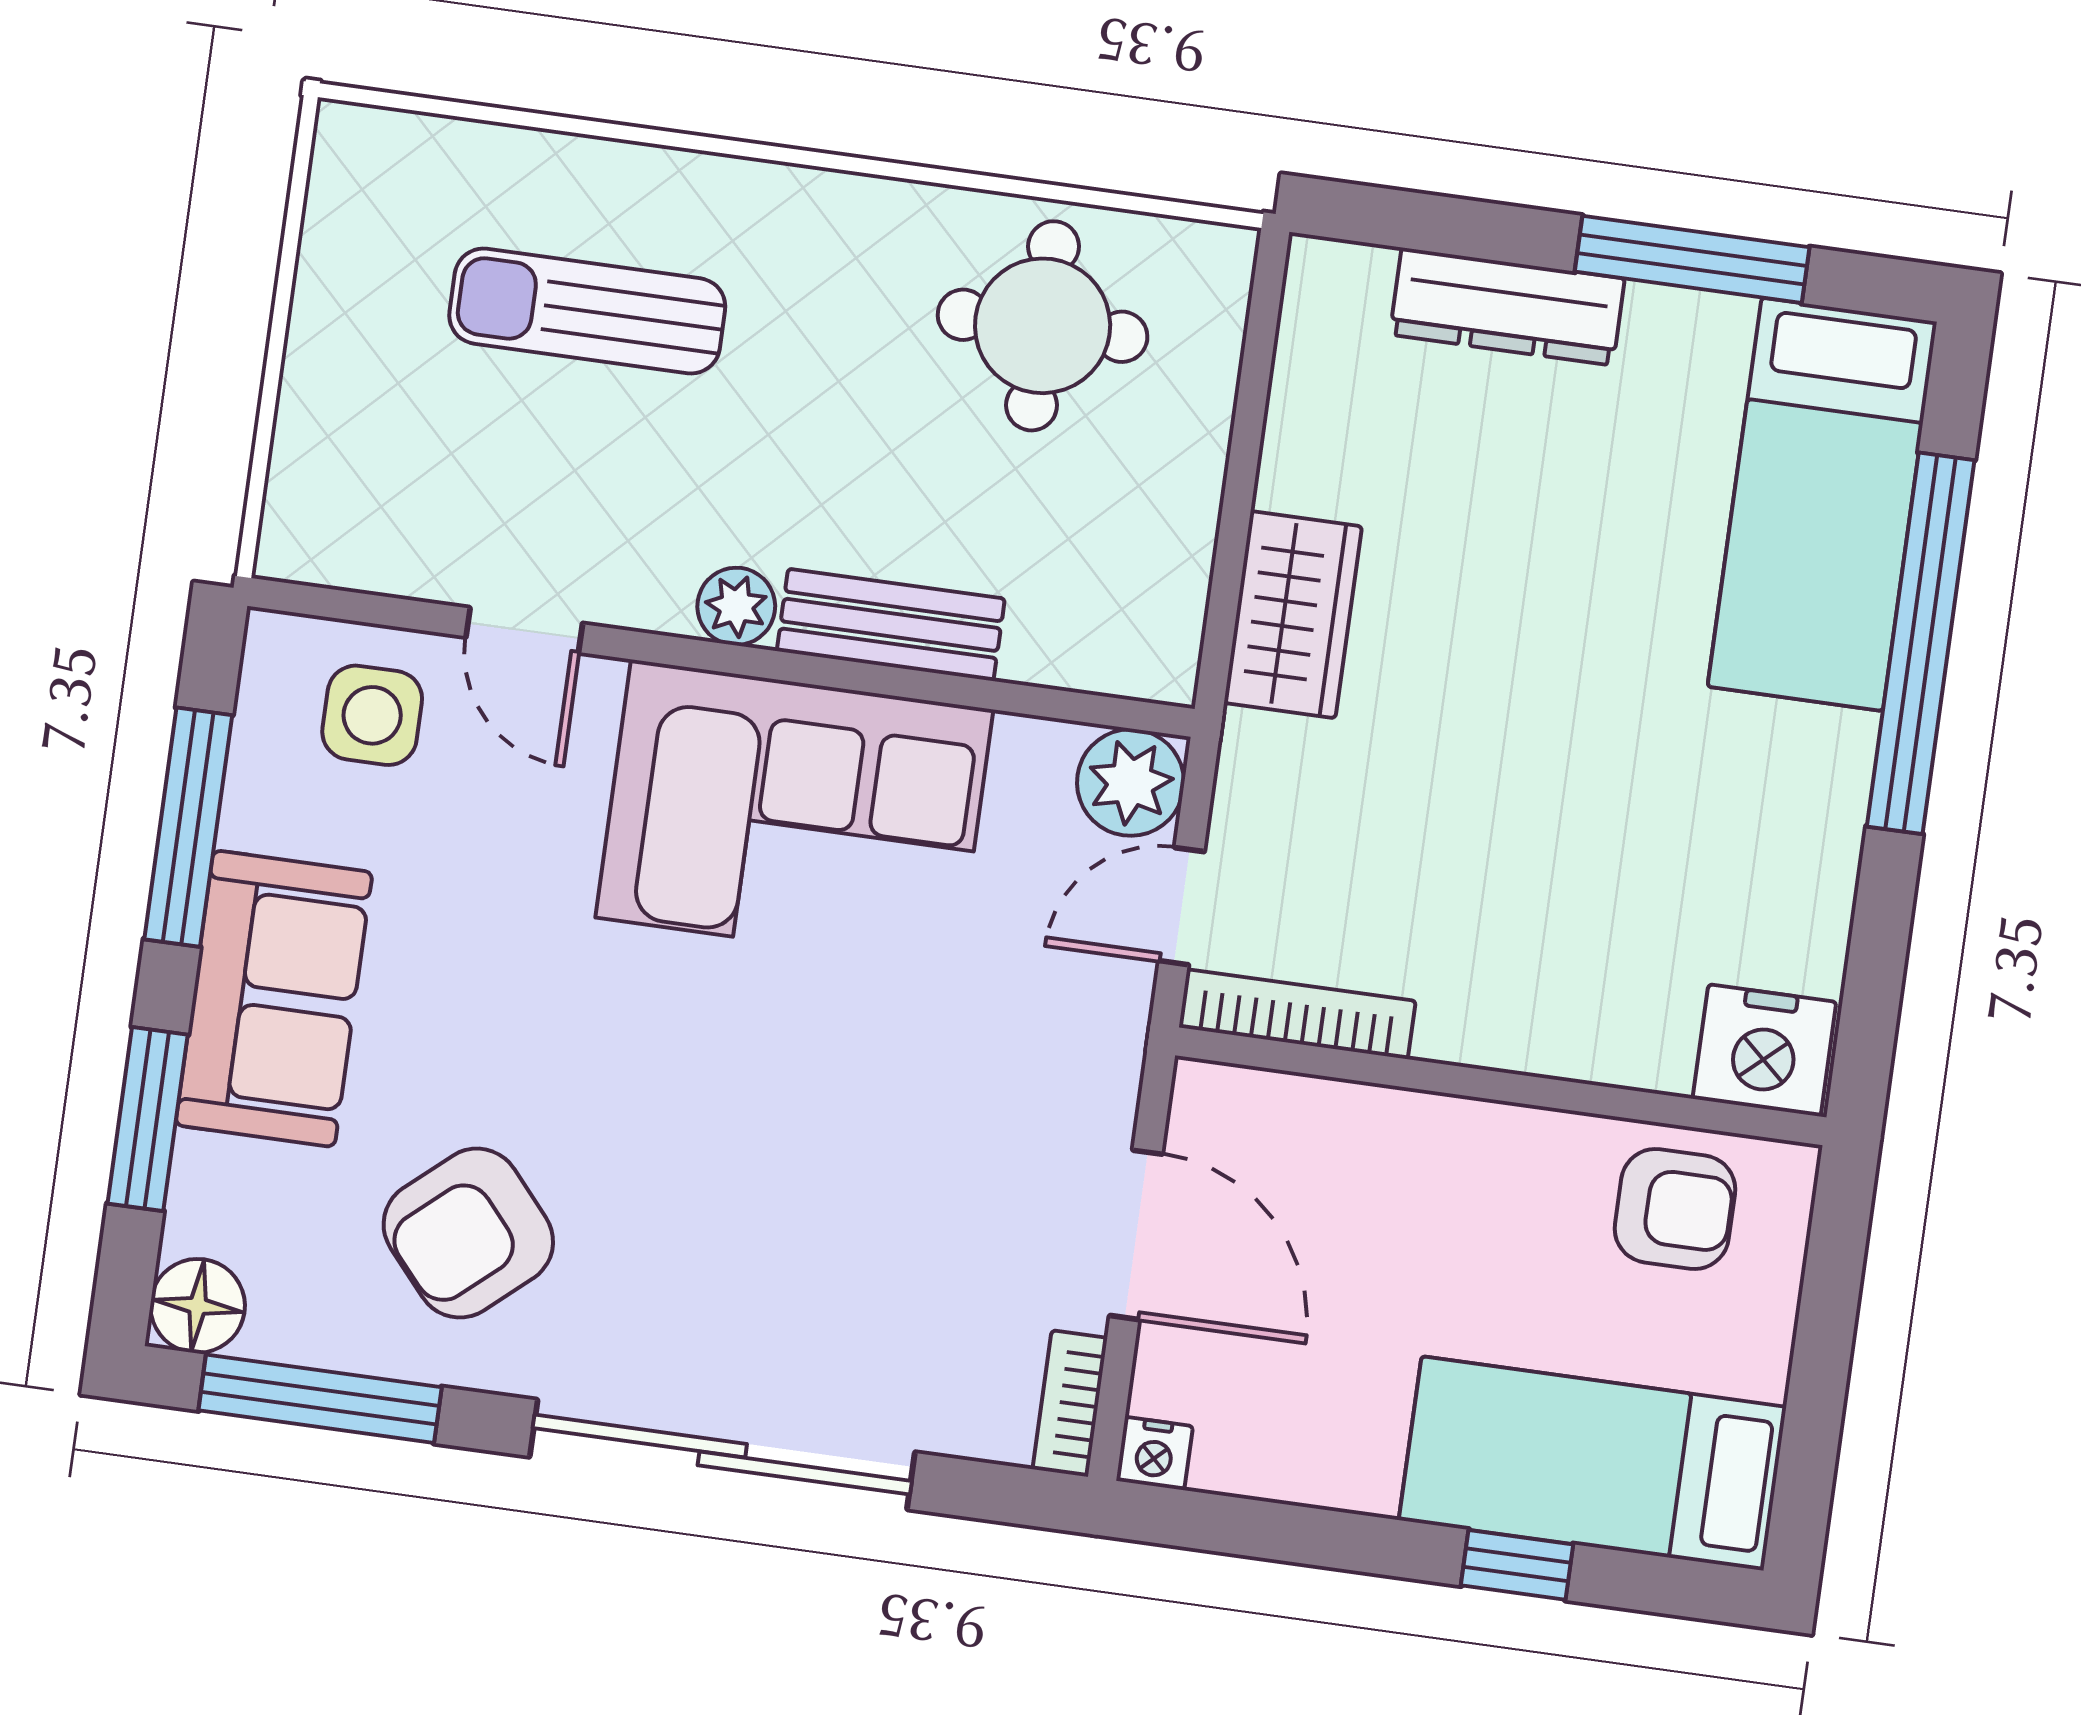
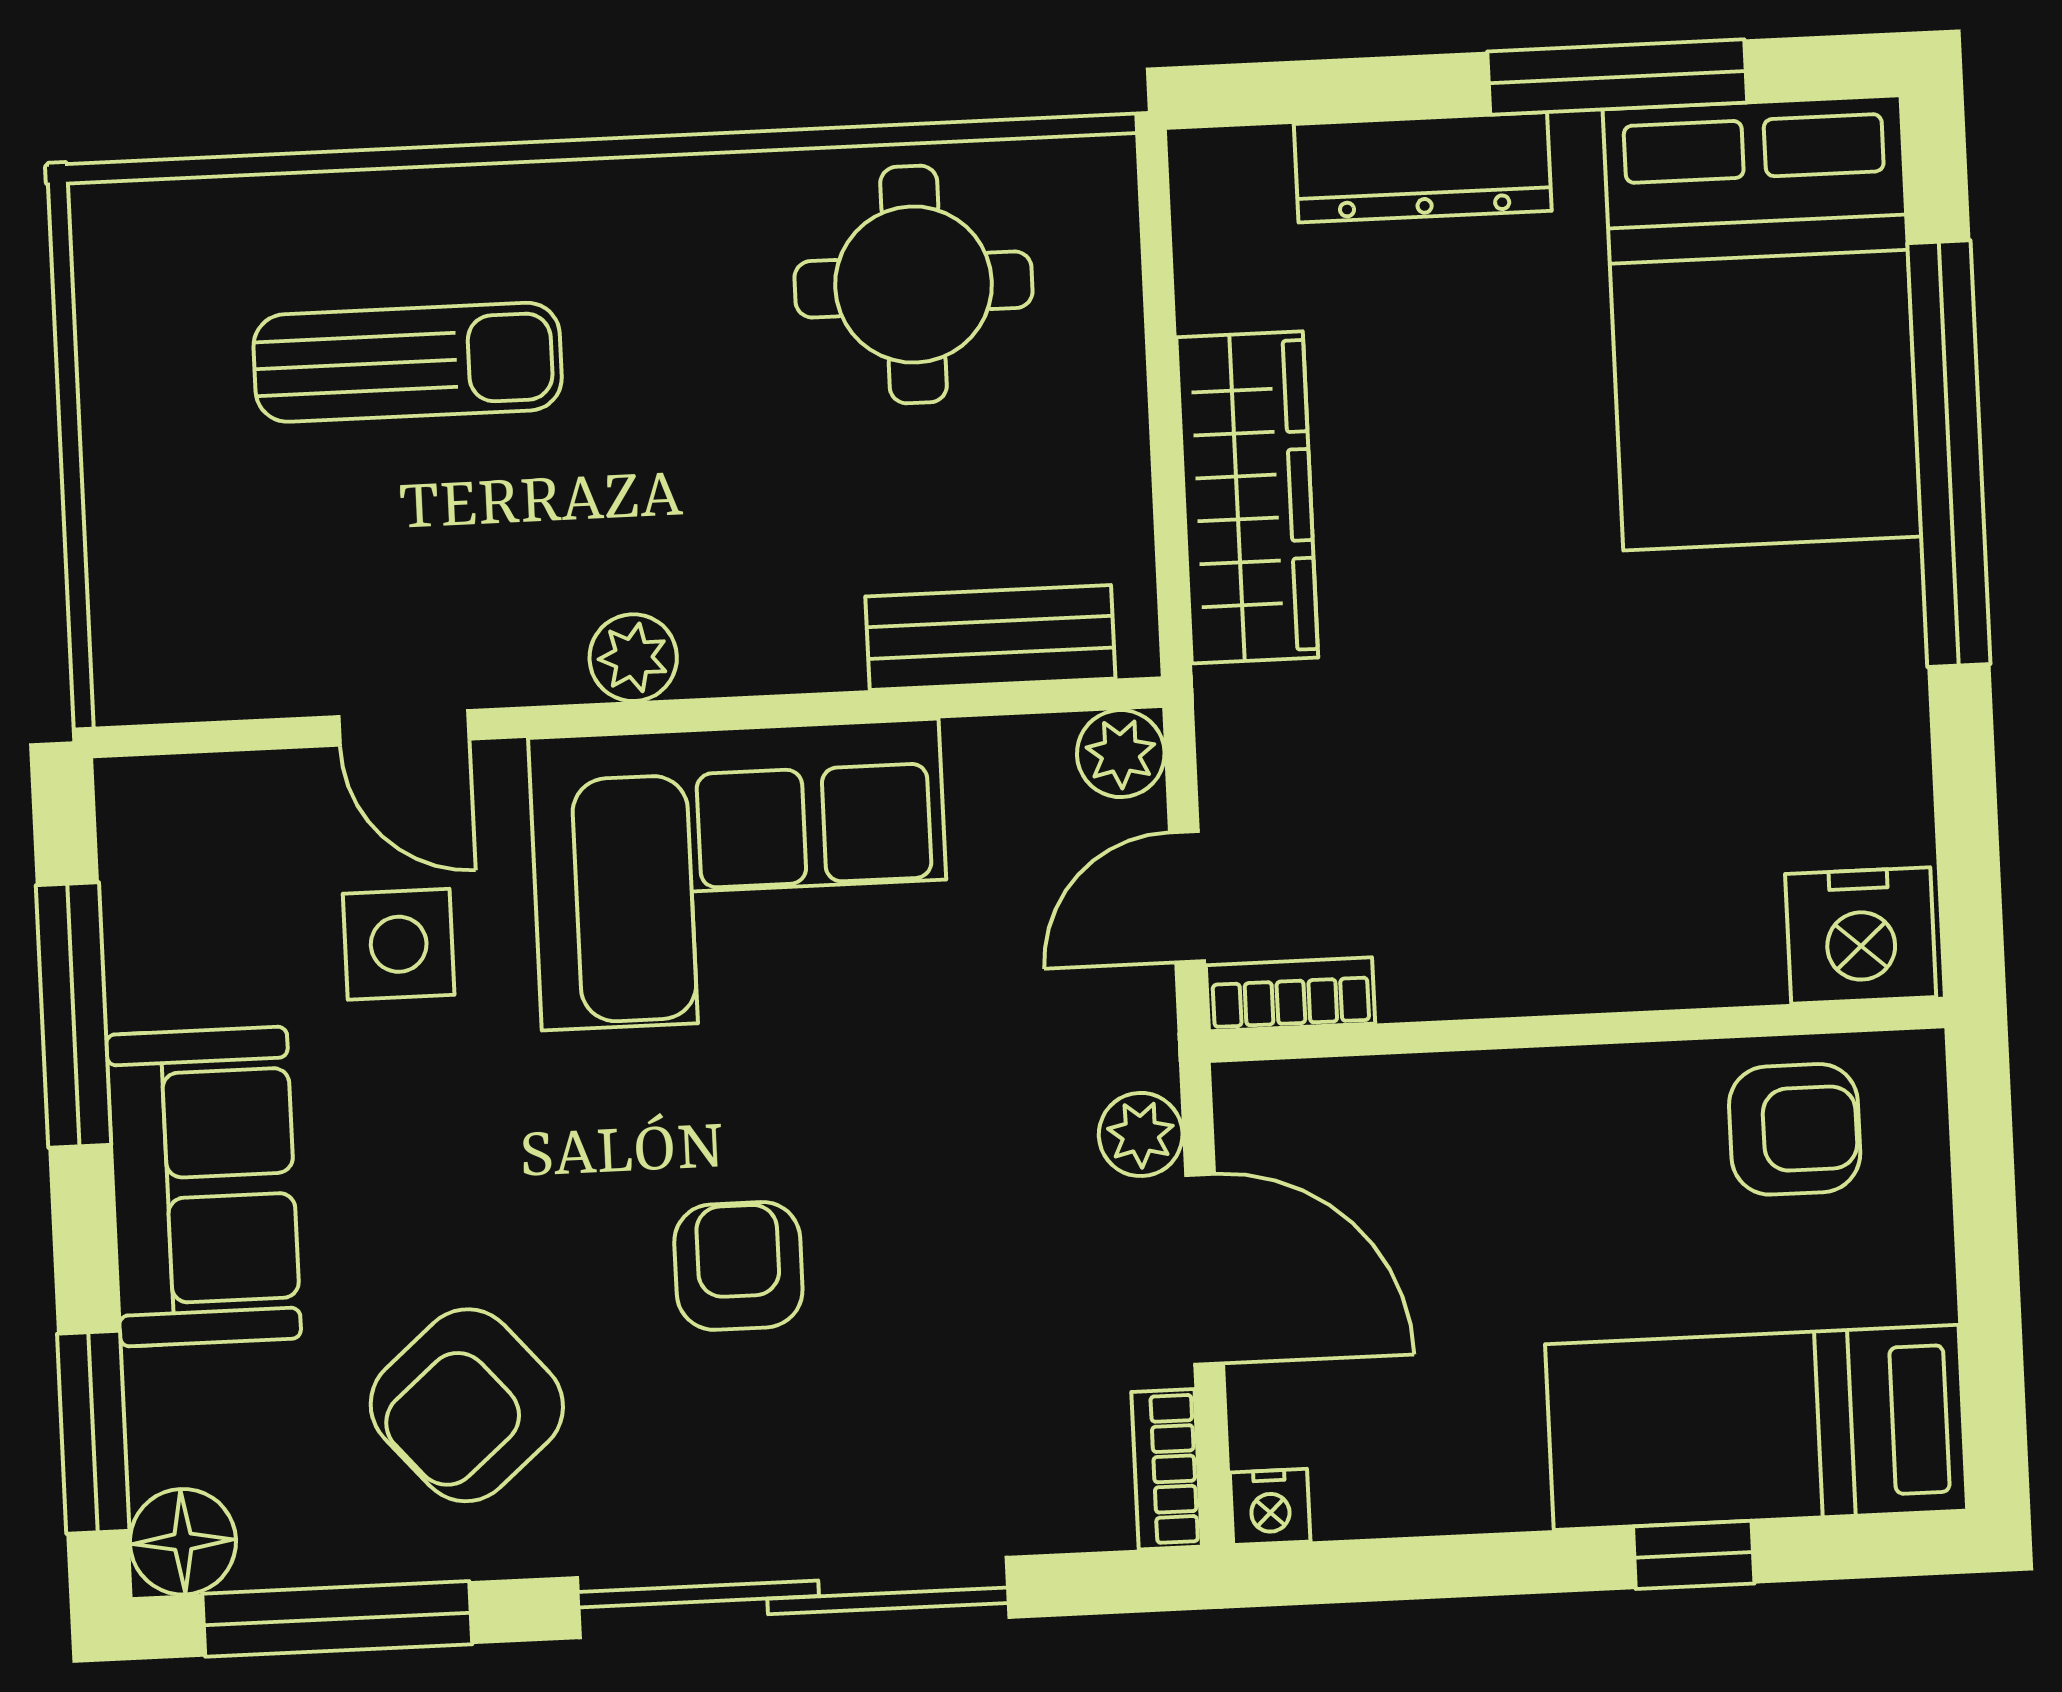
sun lounger: (587, 311) -> (408, 362), turned 180
bed: (1822, 504) -> (1762, 323), width x1.50
wardrobe: (1293, 615) -> (1247, 497), width x1.50
bench: (891, 625) -> (990, 638), moved
side table: (372, 715) -> (399, 944), moved
plant: (1131, 782) -> (1121, 754), width x0.73, depth x0.73
bookcase: (1297, 1014) -> (1291, 994), width x0.64
plant: (1102, 1106) -> (1141, 1134), added
window: (148, 1119) -> (93, 1432), moved
armchair: (729, 1156) -> (738, 1266), added

